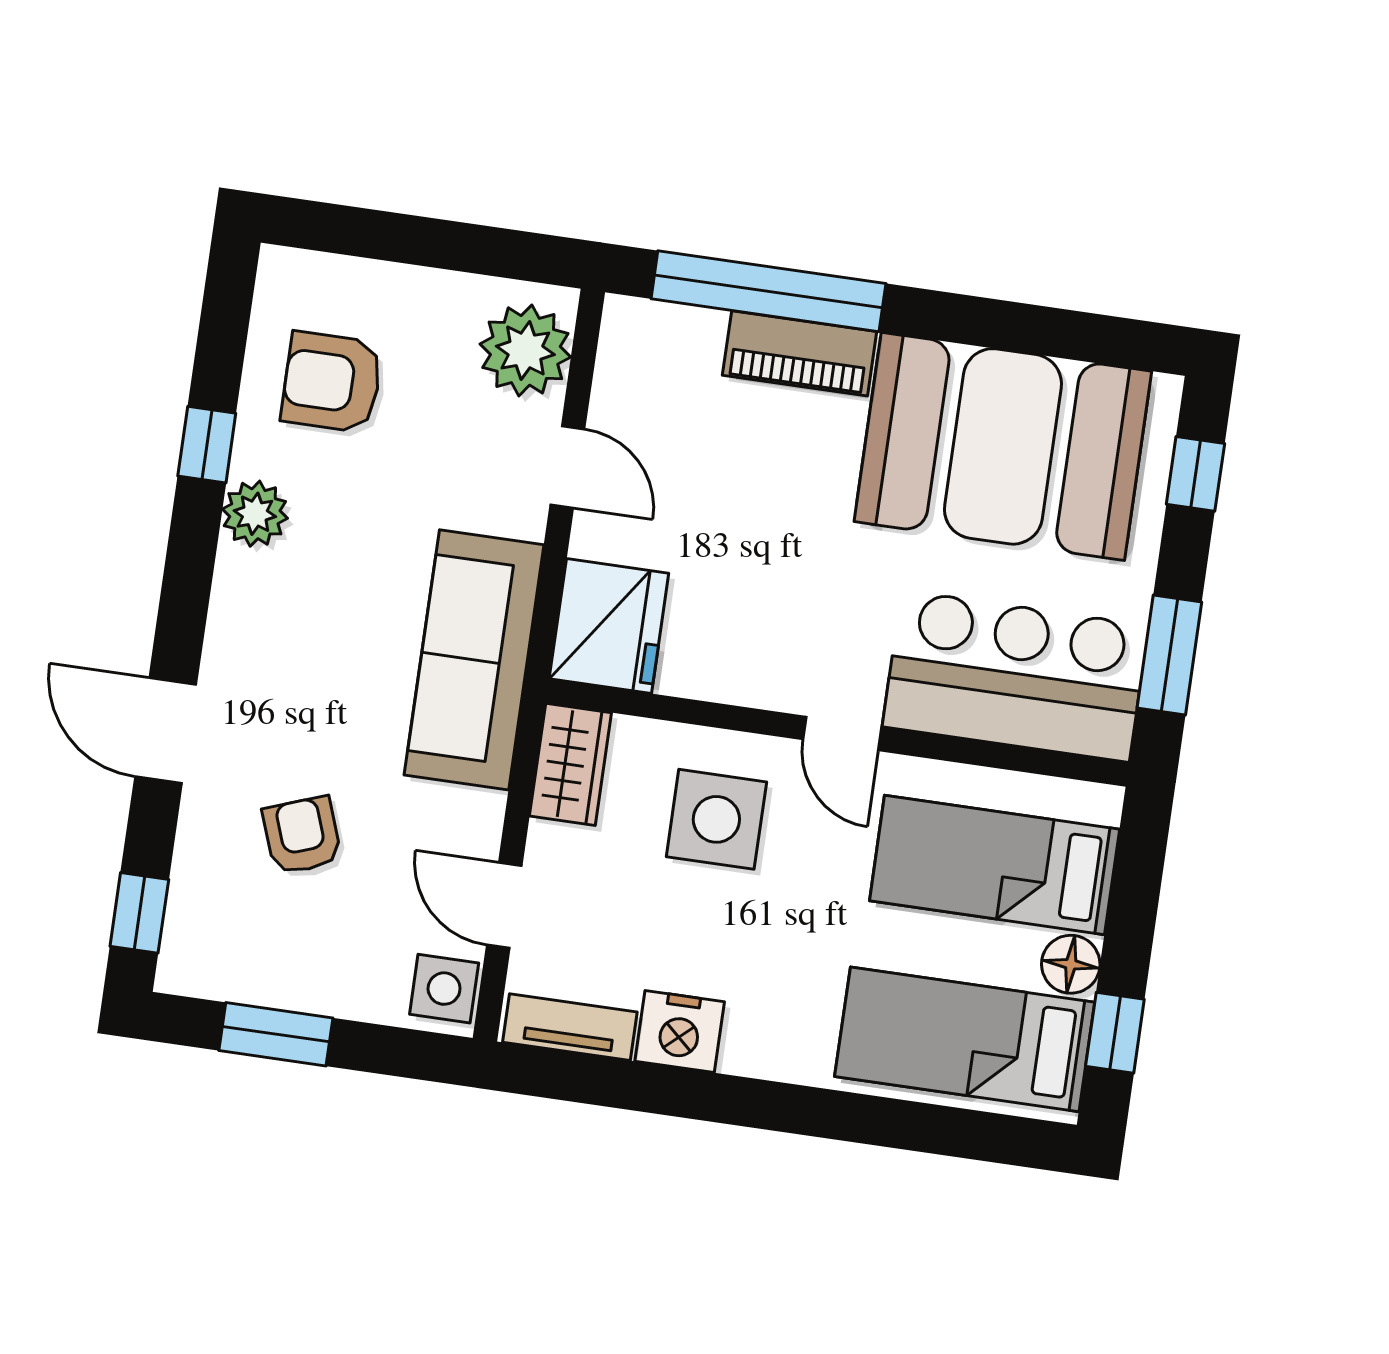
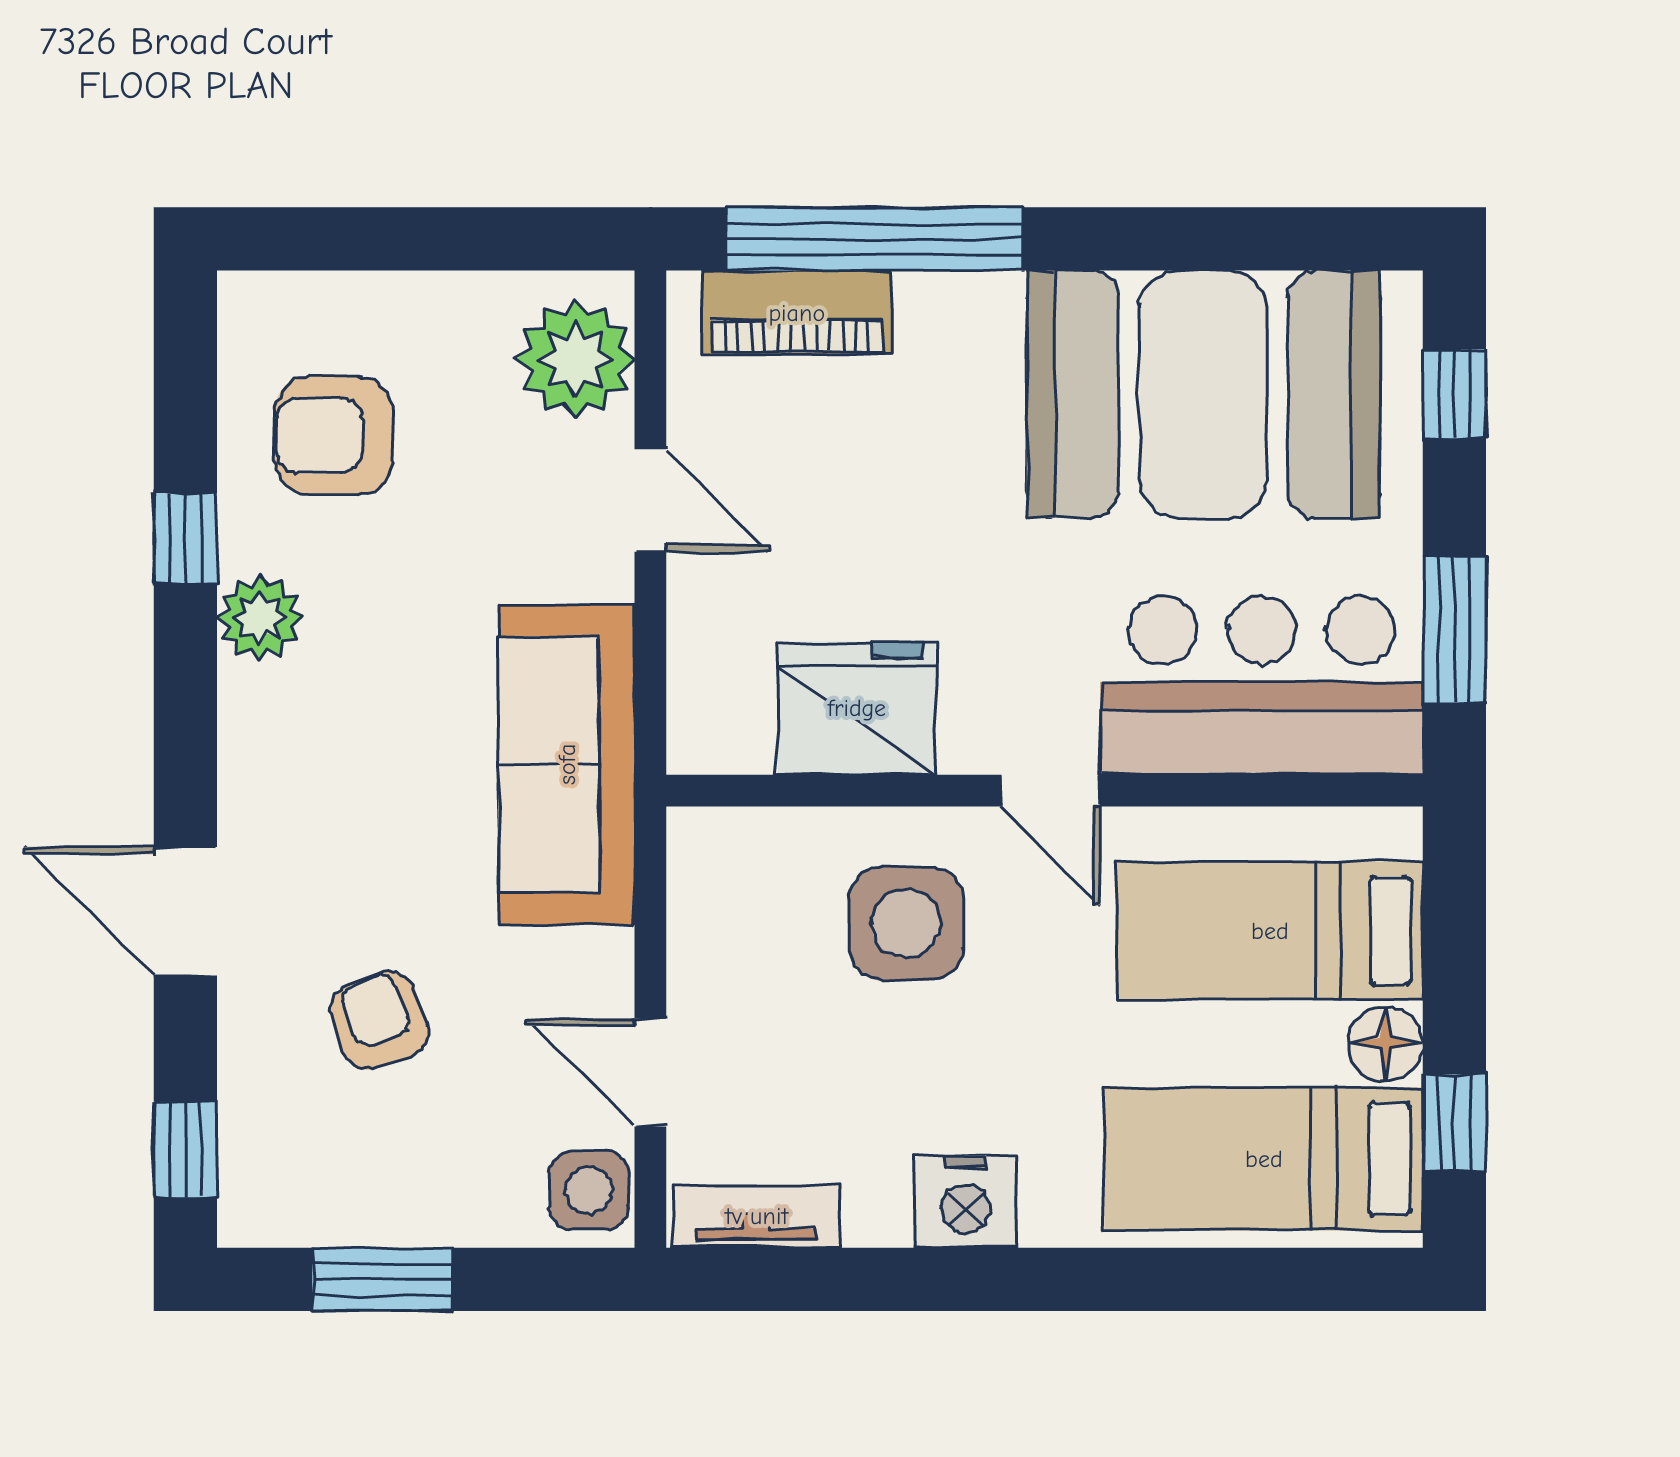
piano: (800, 353) -> (797, 313), moved
fridge: (609, 626) -> (857, 708), moved, turned -90
wardrobe: (570, 764) -> (709, 880), removed
nightstand: (680, 1032) -> (965, 1201), moved

